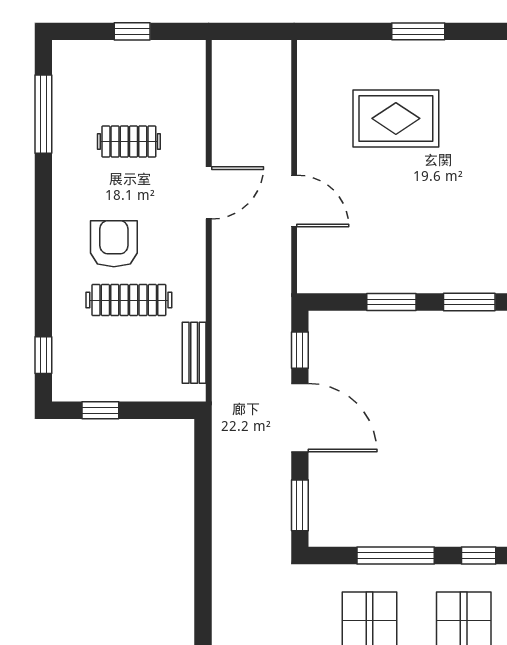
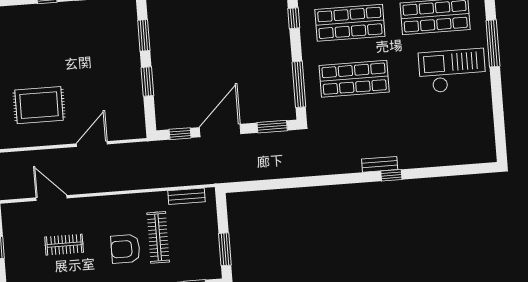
rug: (396, 118) -> (39, 105), moved, turned 90
clothes rail: (129, 142) -> (64, 245), turned 90
door: (209, 193) -> (51, 198), moved
window: (100, 410) -> (225, 249), width x1.50
window: (396, 556) -> (299, 84), moved

